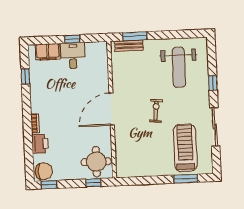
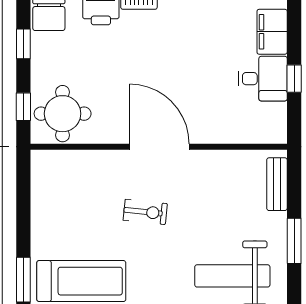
window: (135, 36) -> (294, 241), moved
exercise bike: (156, 111) -> (145, 212), moved
window: (49, 185) -> (23, 44), moved

